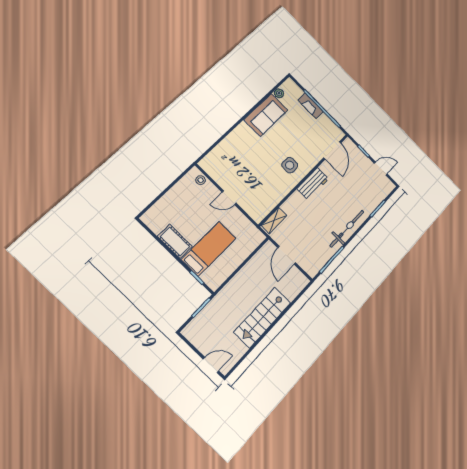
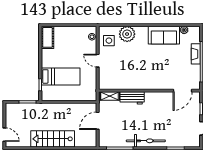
plant: (231, 146) -> (127, 34), added
side table: (290, 165) -> (109, 41), moved
workbench: (313, 184) -> (132, 98), moved
cot: (175, 241) -> (47, 37), moved

